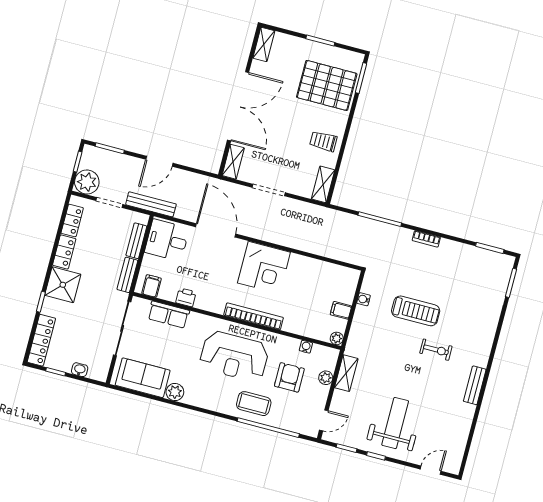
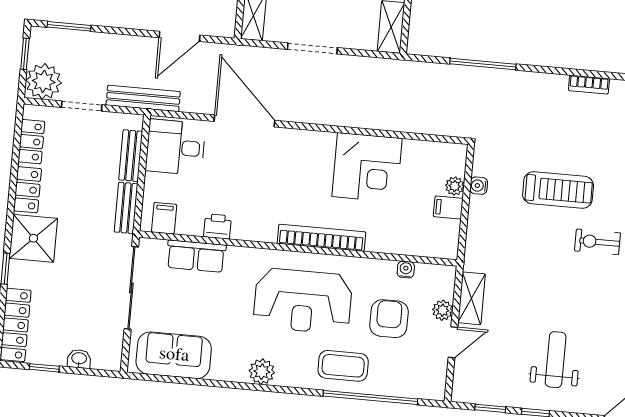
door: (159, 161) -> (180, 36), moved
bookcase: (426, 239) -> (589, 85), moved
corner desk: (264, 268) -> (367, 167), moved
plant: (337, 338) -> (455, 186), moved
exercise bike: (436, 350) -> (597, 242), turned 180
plant: (175, 392) -> (262, 372), moved
door: (324, 420) -> (453, 342), moved
weight bench: (395, 423) -> (556, 360), width x0.73, depth x0.75

